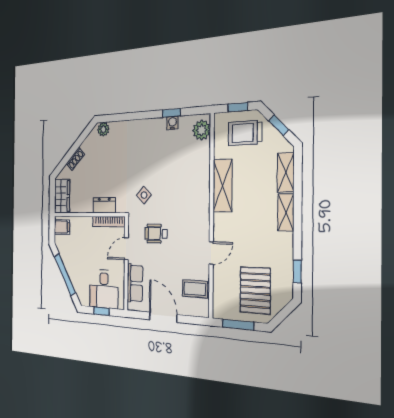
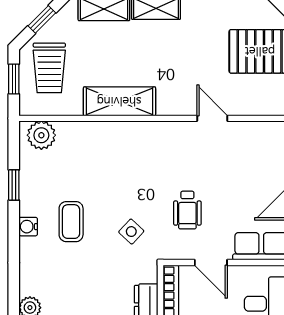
water cooler: (172, 123) -> (28, 227), moved
coffee table: (195, 289) -> (71, 222), moved

